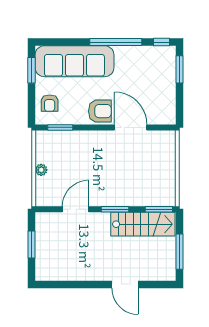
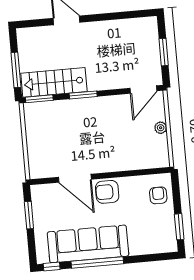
sofa: (74, 61) -> (88, 244), moved
window: (179, 69) -> (29, 215), moved
window: (60, 127) -> (145, 172), removed
door: (76, 209) -> (143, 90), moved
window: (179, 252) -> (16, 70), moved

